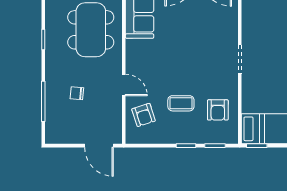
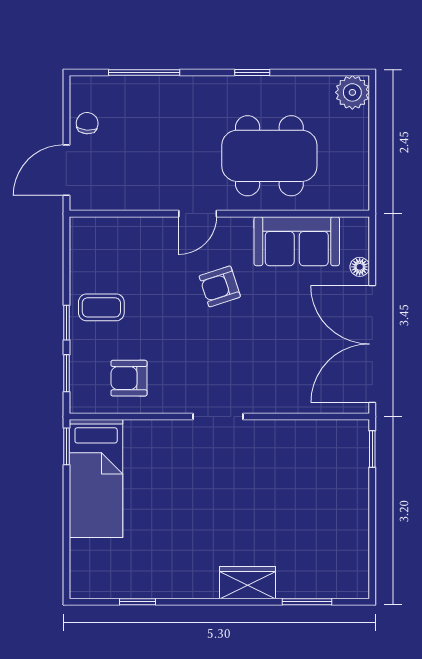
door: (124, 85) -> (198, 214), moved
chair: (77, 93) -> (87, 123), moved
coffee table: (181, 103) -> (101, 307), moved, turned 90
armchair: (144, 115) -> (220, 286), moved

